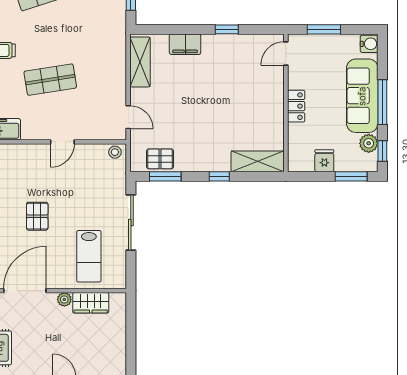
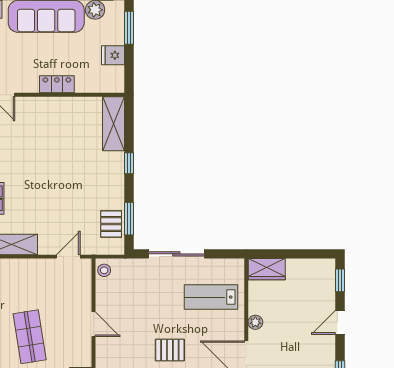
lab bench: (89, 256) -> (211, 297), turned 180
wardrobe: (91, 303) -> (267, 269), moved, turned 90

